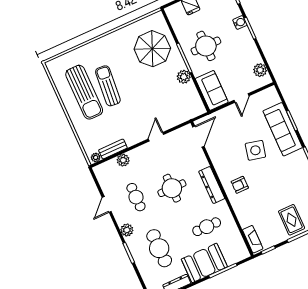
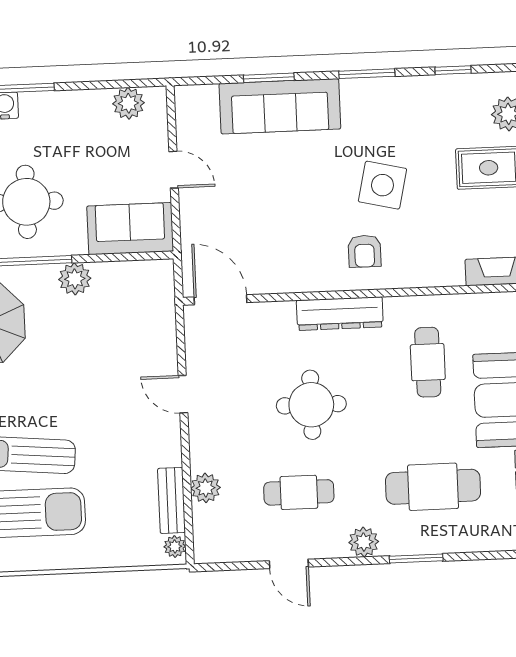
side table: (255, 150) -> (382, 185), moved

